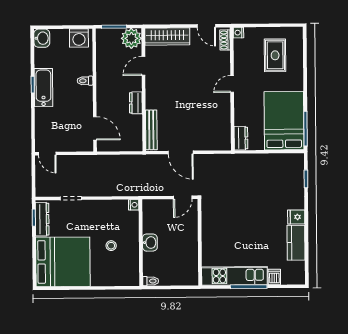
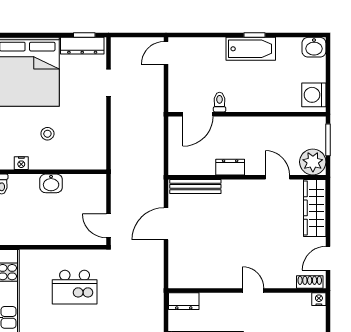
toilet: (85, 81) -> (220, 102), moved
nightstand: (134, 205) -> (21, 163), moved
kitchen island: (231, 223) -> (75, 287), added

